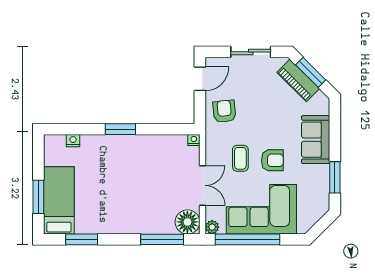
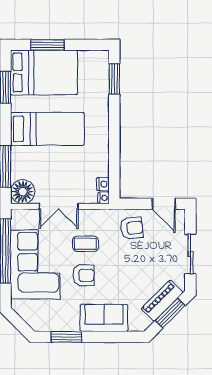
window: (120, 129) -> (114, 79), moved
nightstand: (73, 141) -> (103, 184), moved
armchair: (272, 160) -> (83, 275), turned -90
bed: (124, 197) -> (47, 129), added
bed: (59, 200) -> (44, 72), width x1.50
plant: (212, 227) -> (18, 216), removed

